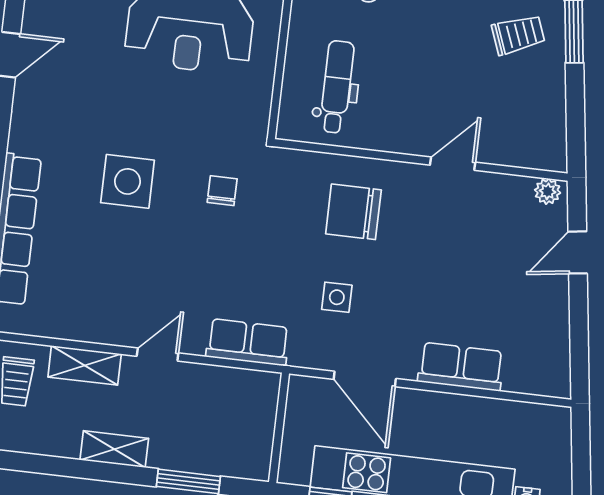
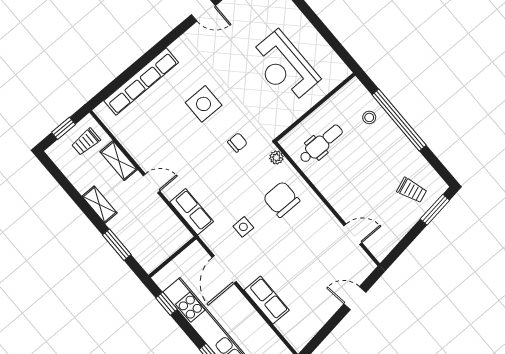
door: (453, 164) -> (353, 234), moved
plant: (548, 191) -> (276, 157), moved

